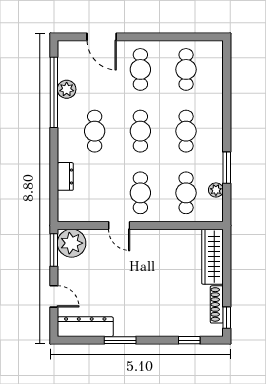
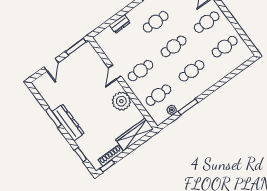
plant: (72, 243) -> (121, 101), moved
dresser: (85, 327) -> (68, 122), moved

